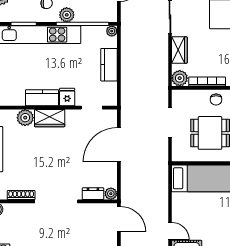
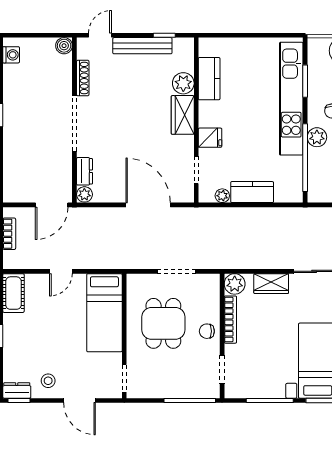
plant: (112, 31) -> (222, 196), moved
kitchen counter: (42, 98) -> (209, 79), moved
door: (170, 231) -> (61, 271), moved

